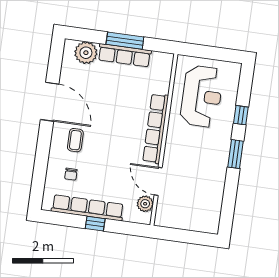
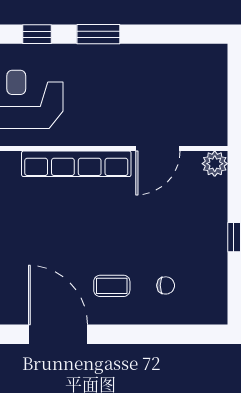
door: (50, 102) -> (58, 334), hinge flipped
plant: (145, 204) -> (215, 164), moved
row of seats: (88, 208) -> (214, 252), removed

